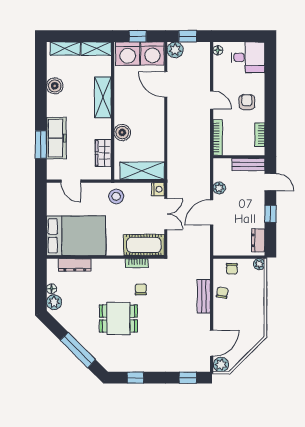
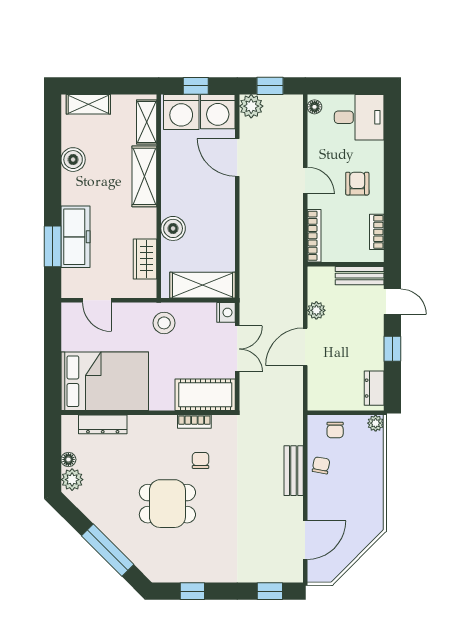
shelving: (96, 49) -> (147, 122), moved, turned 90
plant: (221, 365) -> (319, 572), removed

